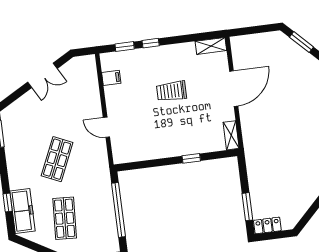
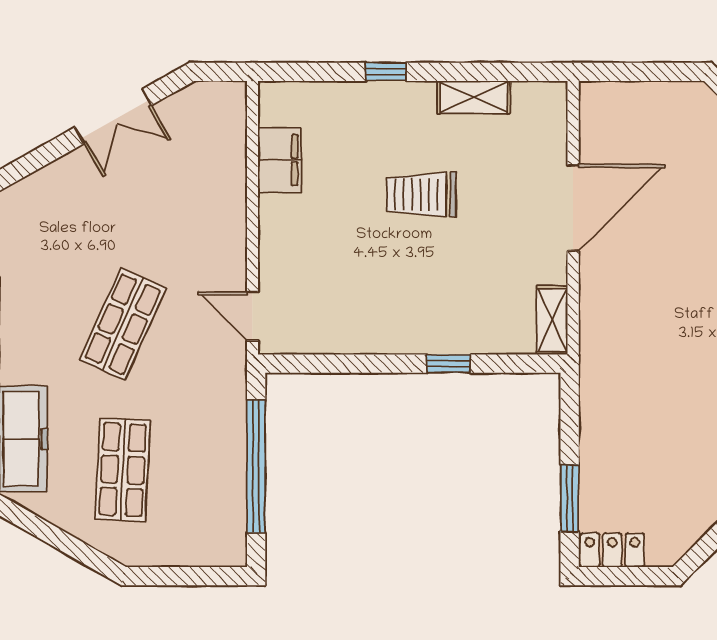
window: (125, 46) -> (322, 72), removed
shelving: (211, 46) -> (474, 97), moved
filing cabinet: (111, 78) -> (280, 160), width x2.00
door: (106, 127) -> (252, 316), moved

